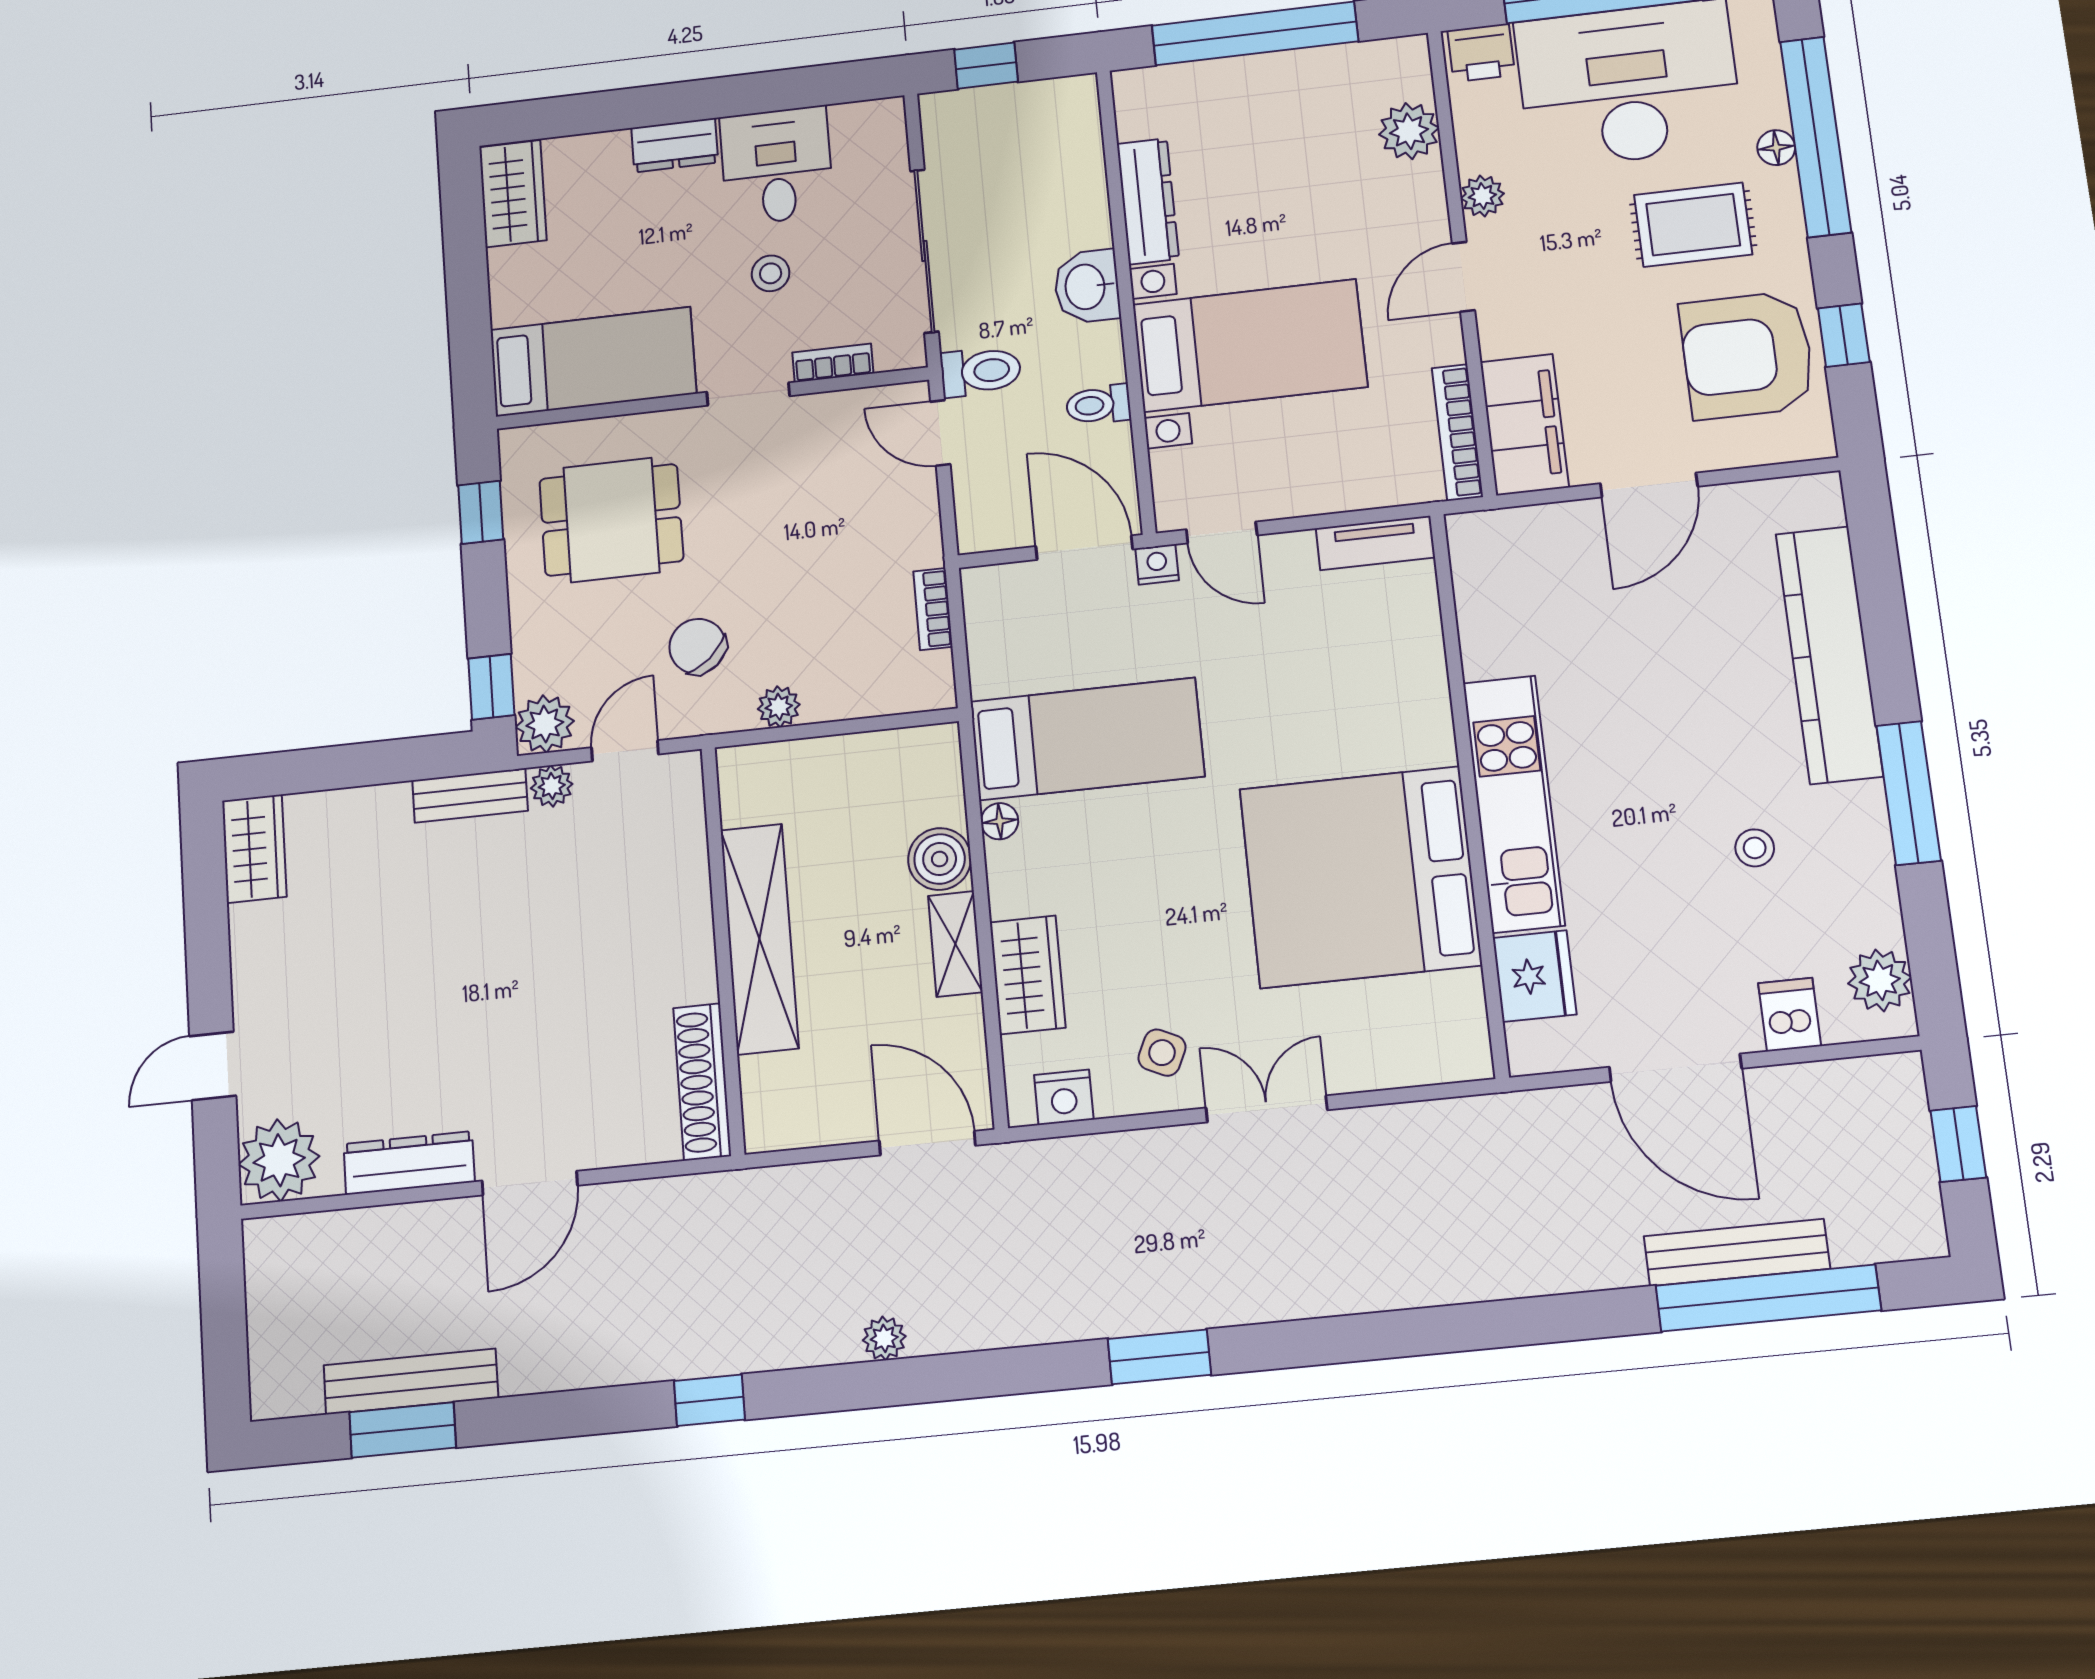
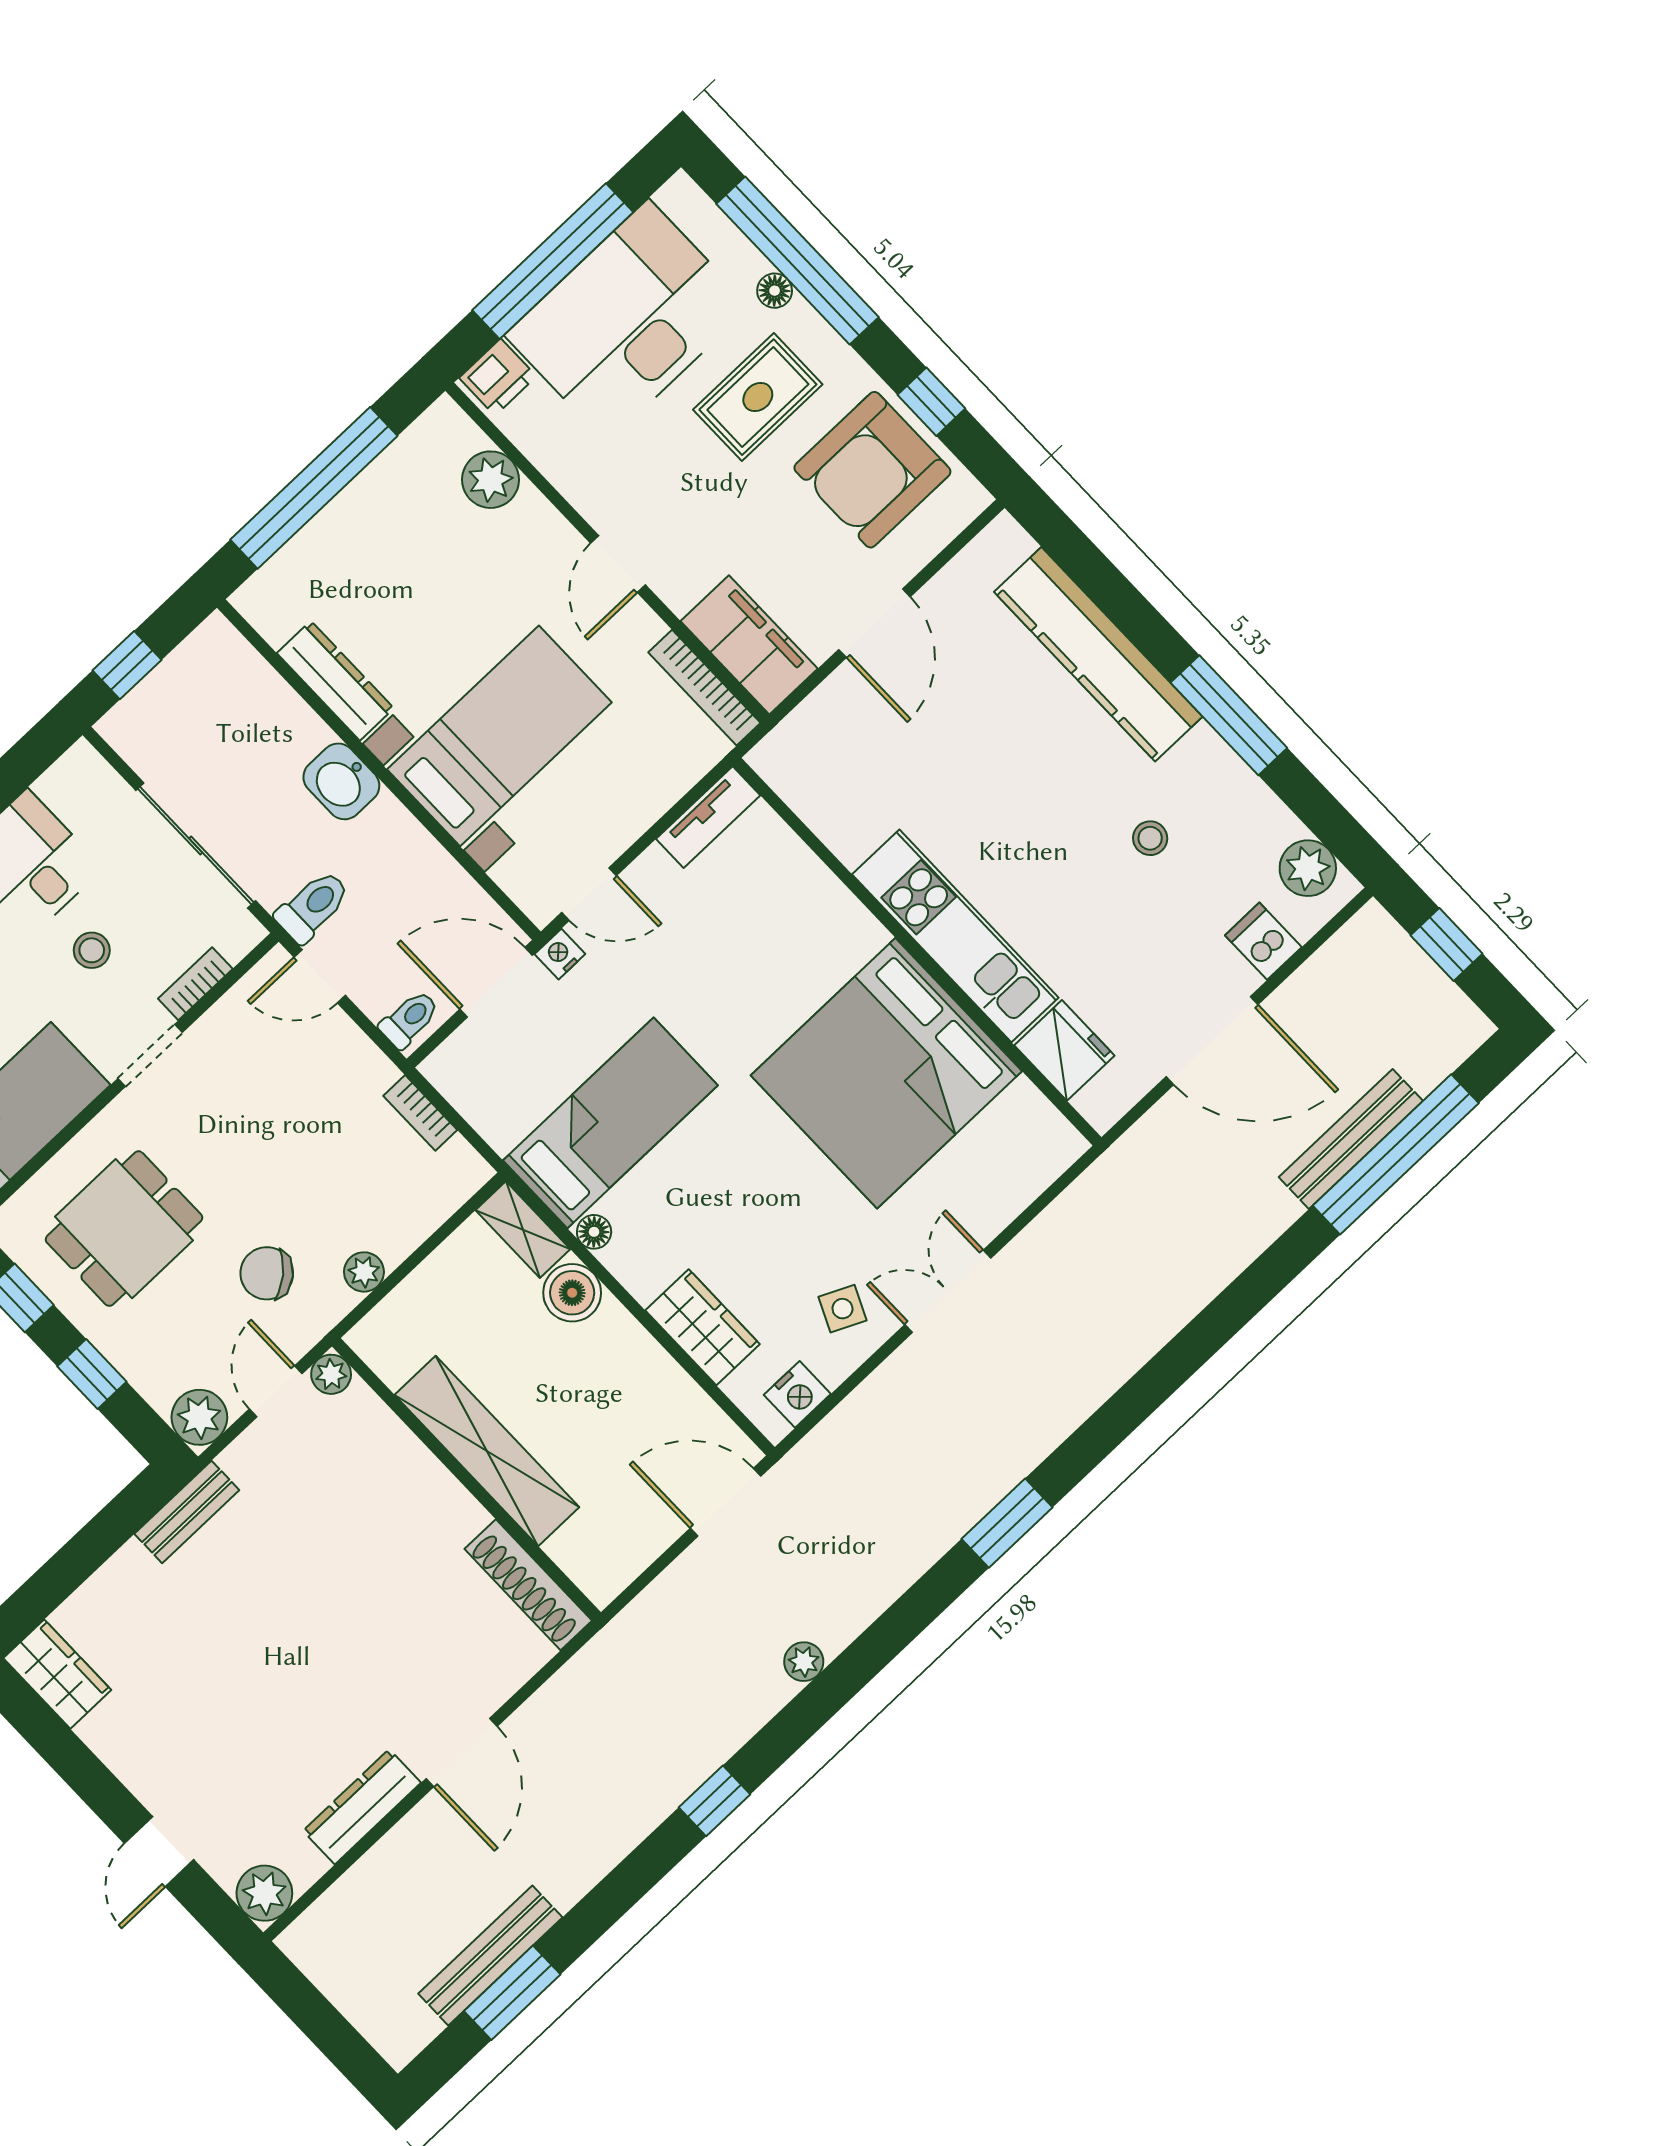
plant: (1482, 196) -> (584, 490), removed
toilet: (1098, 405) -> (409, 1019), moved, turned 180
window: (491, 687) -> (92, 1374), moved
plant: (552, 786) -> (331, 1374), moved
shelving: (955, 944) -> (523, 1230), moved
plant: (279, 1160) -> (264, 1893), width x0.73, depth x0.73

